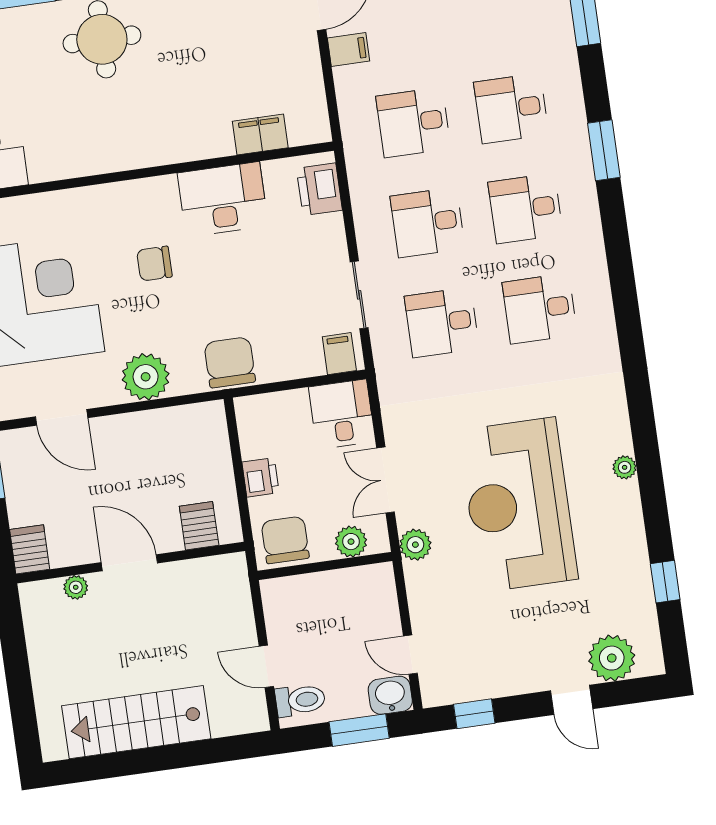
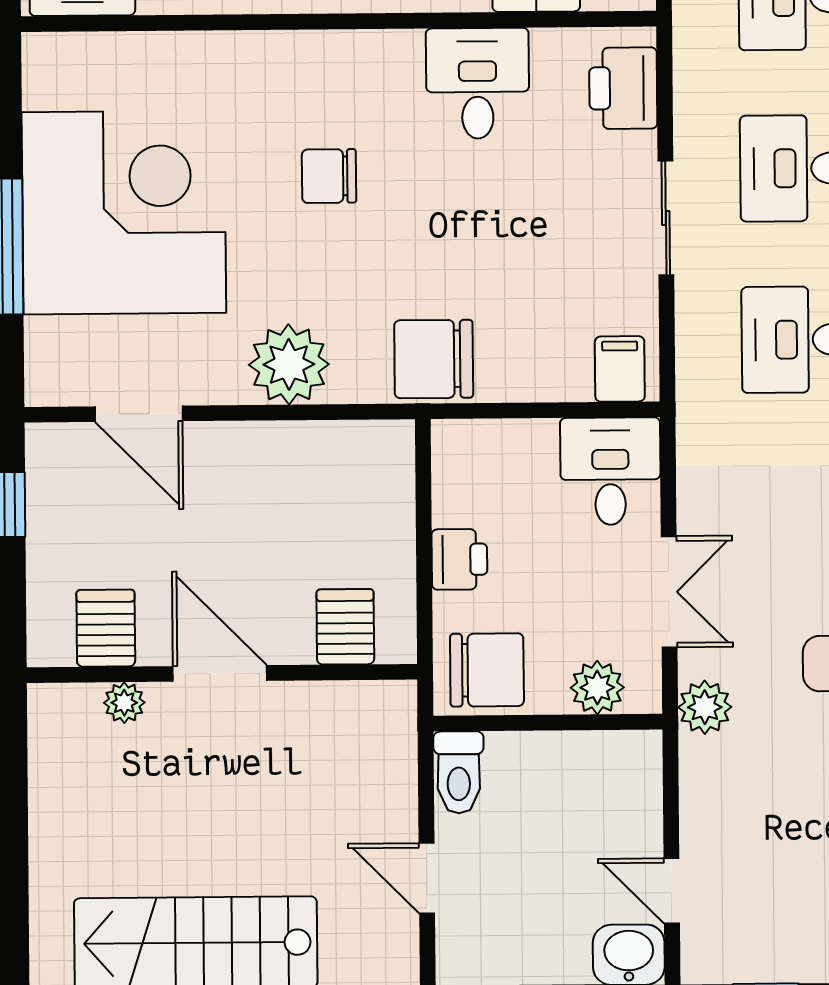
desk: (223, 199) -> (478, 83), width x0.73
sliding door: (359, 295) -> (666, 218), moved
chair: (230, 362) -> (434, 359), turned -90
double door: (386, 480) -> (669, 592), swing flipped
chair: (285, 540) -> (487, 670), turned 90
server rack: (30, 549) -> (106, 628), moved
toilet: (300, 700) -> (459, 772), moved, turned 90

